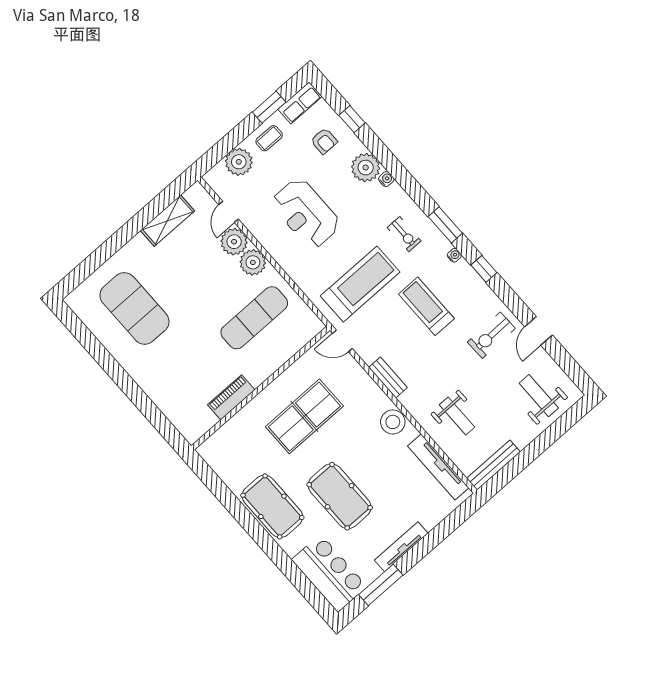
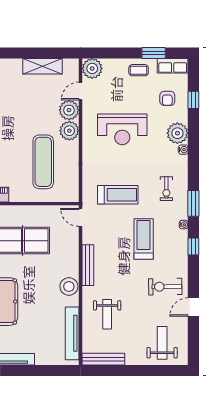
plant: (239, 162) -> (92, 68), moved
reception desk: (306, 213) -> (122, 129), turned -90
treadmill: (360, 284) -> (118, 195), width x0.73, depth x0.73
exercise mat: (254, 318) -> (43, 162), turned 90
bench: (388, 377) -> (88, 265), width x1.36

